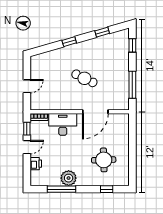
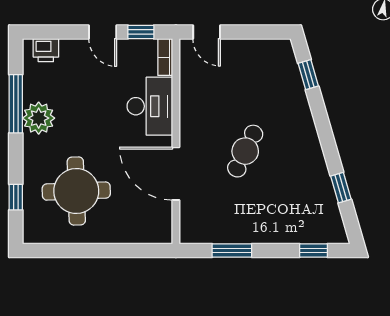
window: (69, 42) -> (308, 75), moved
window: (132, 85) -> (232, 250), width x0.69
door: (27, 86) -> (207, 32), moved
round table: (104, 160) -> (76, 191), width x1.36, depth x1.36
printer: (36, 164) -> (46, 50), moved

